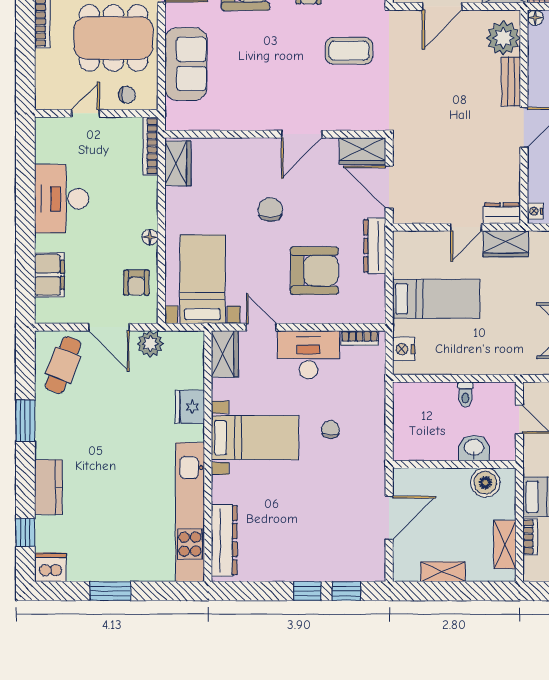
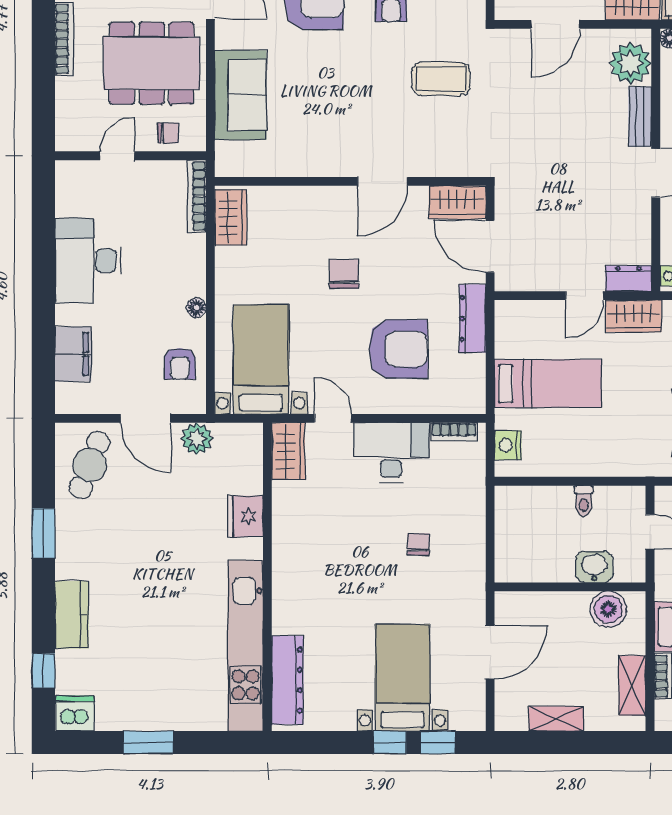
bed with nightstands: (255, 438) -> (402, 678), moved, turned -90

